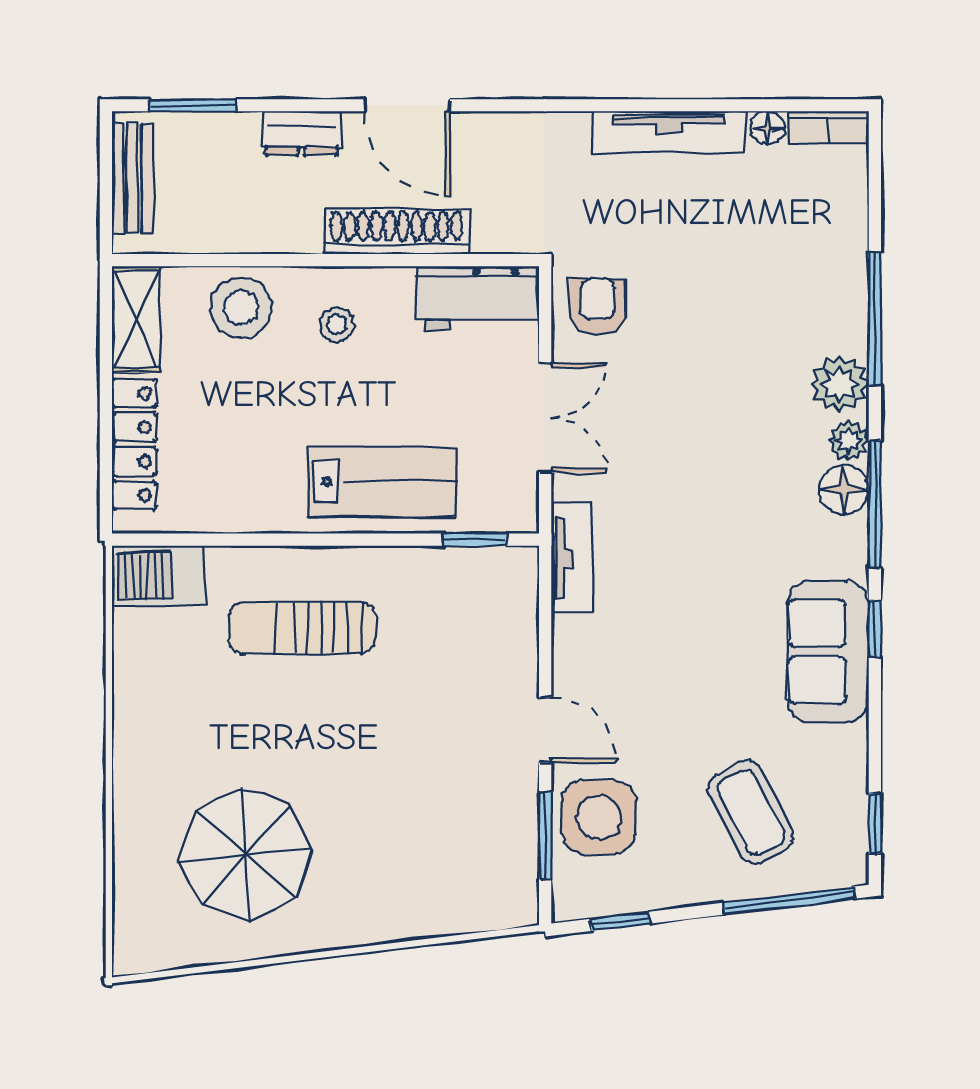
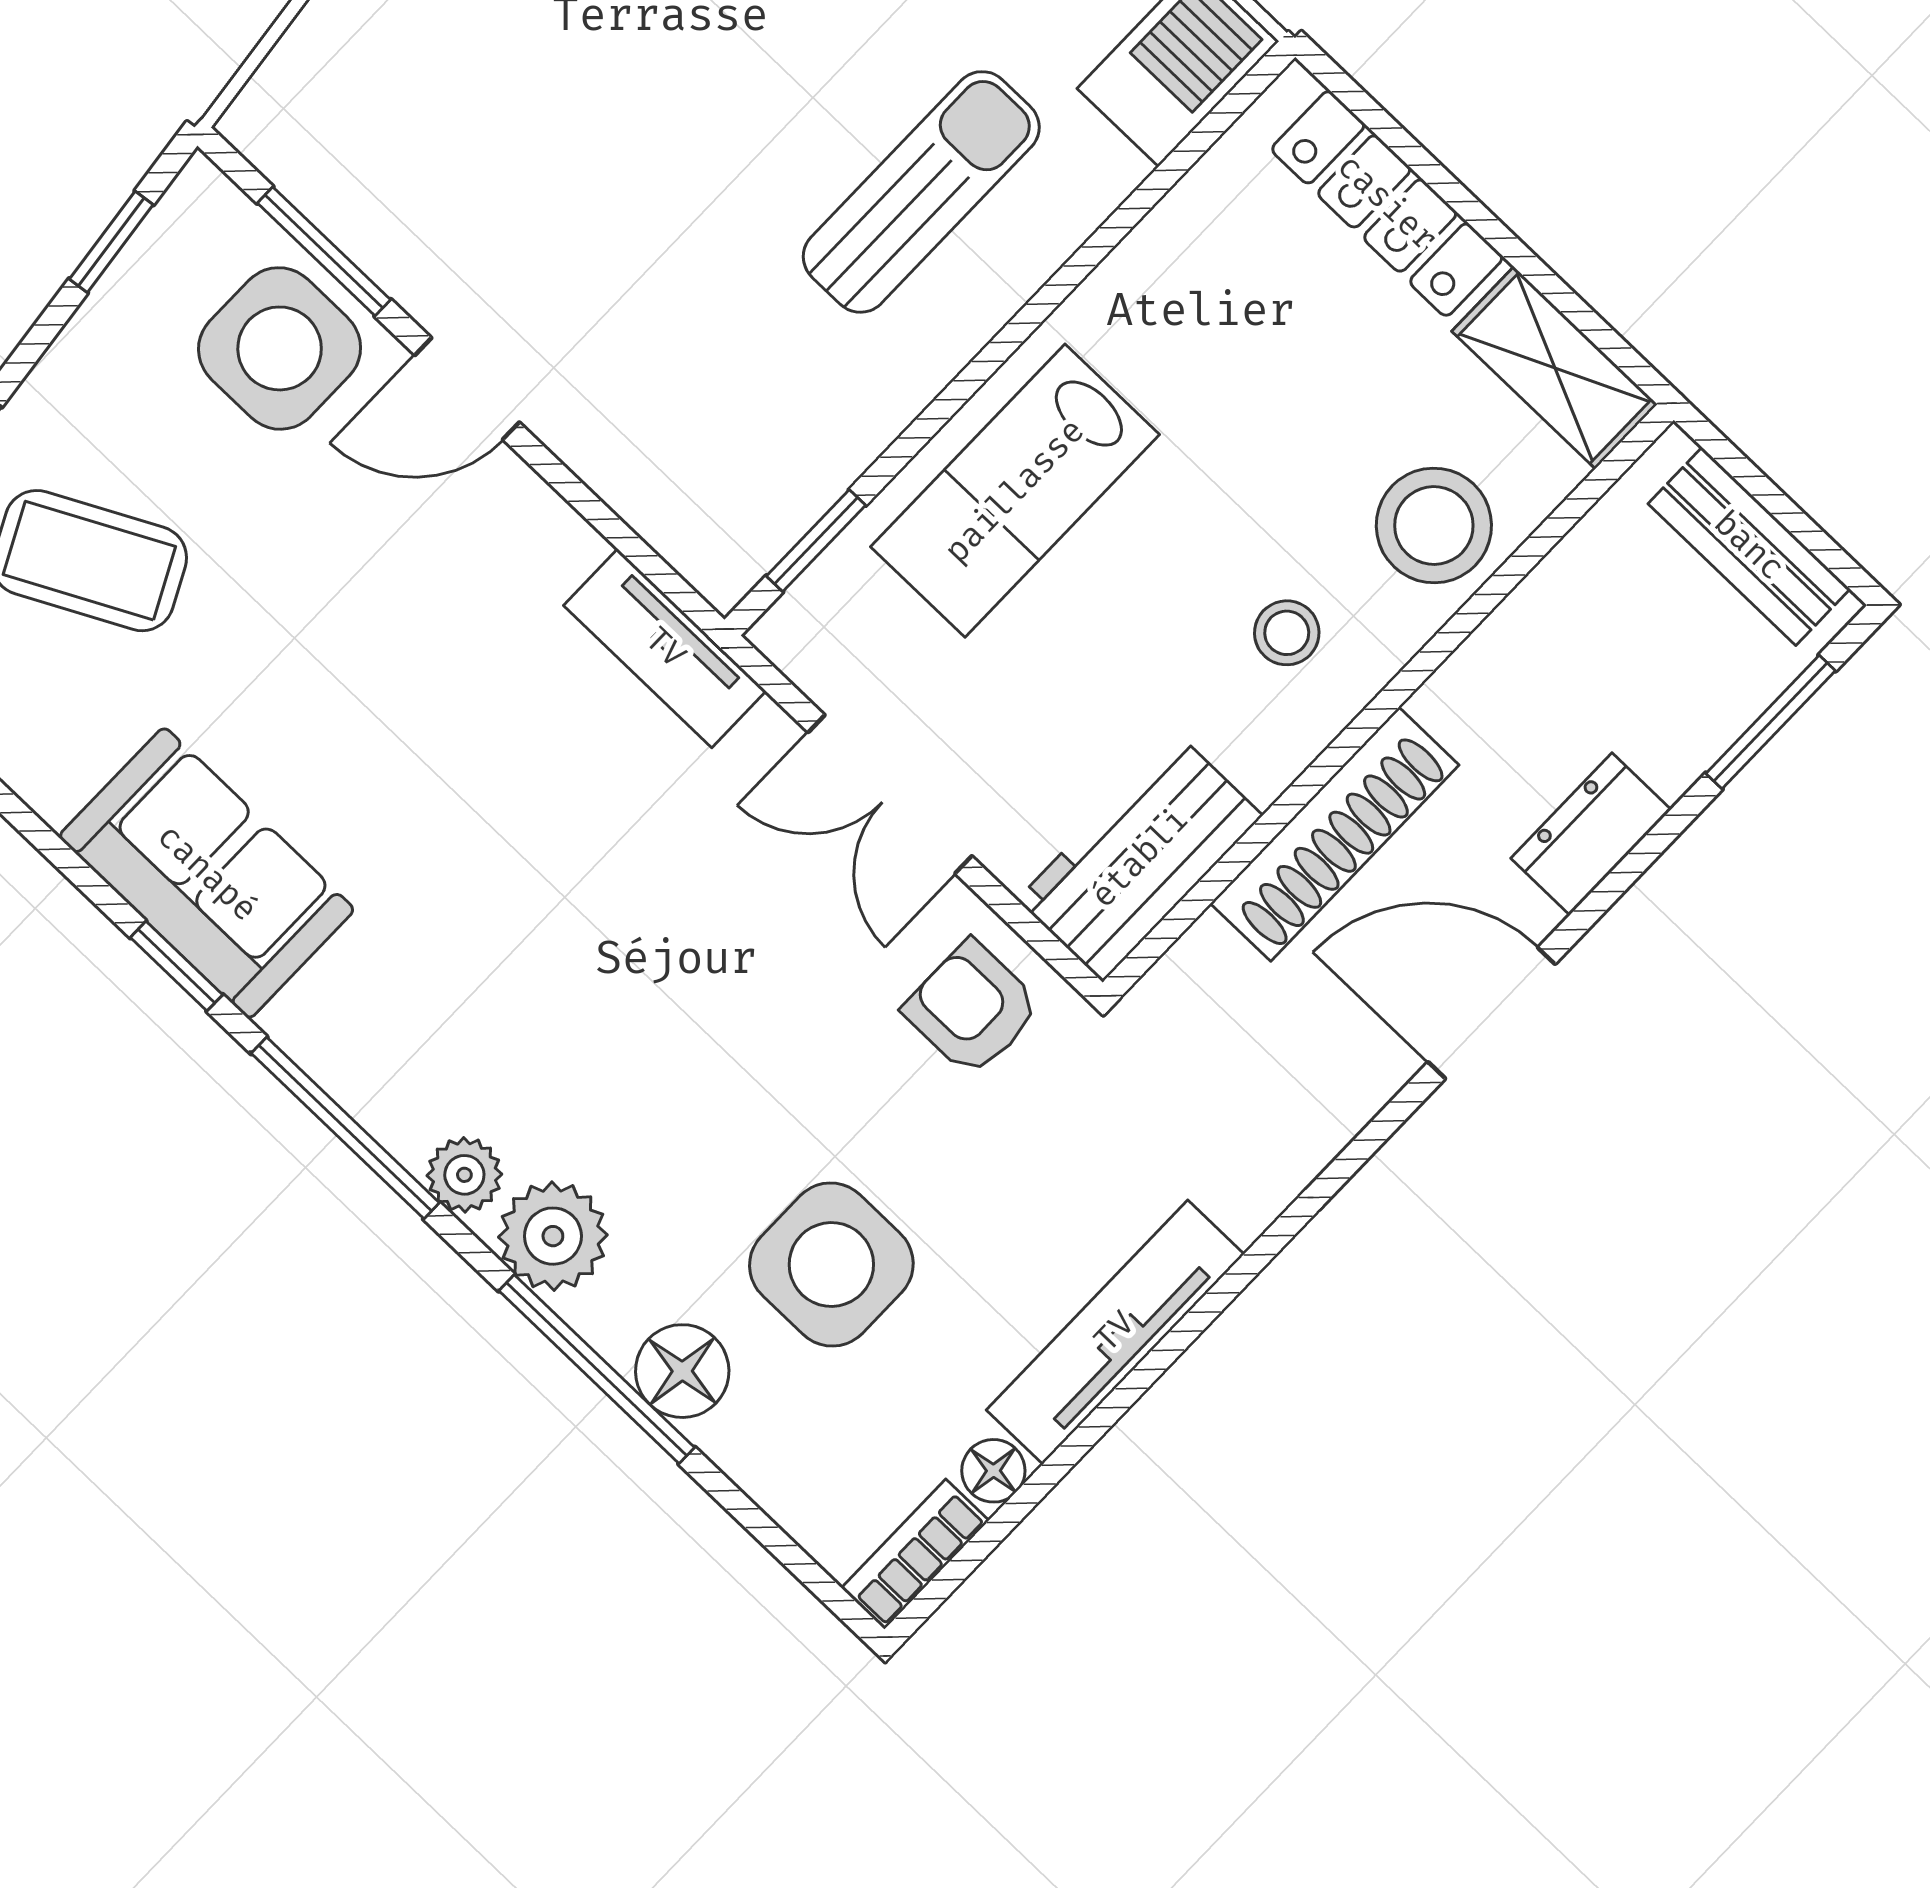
side table: (748, 267) -> (831, 1264), added
armchair: (597, 307) -> (972, 1008), turned 180
floor lamp: (844, 490) -> (682, 1371), moved

